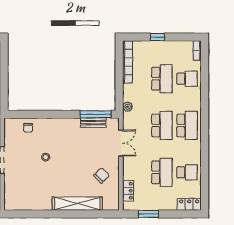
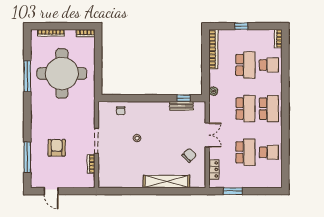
window: (96, 114) -> (184, 98), width x0.46
double door: (121, 143) -> (207, 135), moved
locker: (189, 204) -> (271, 182), removed

